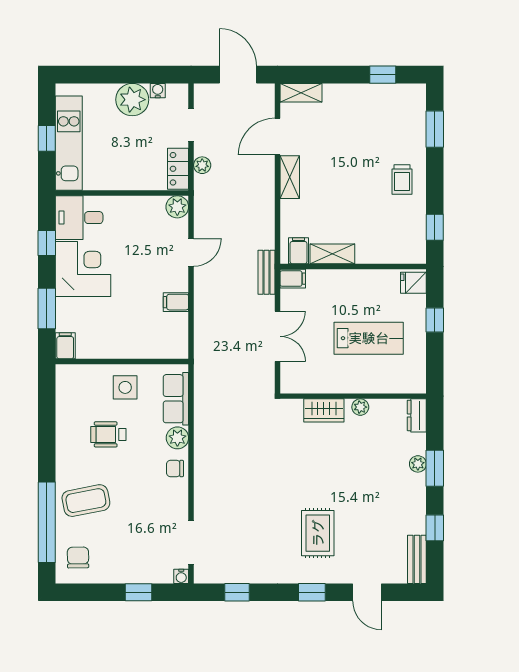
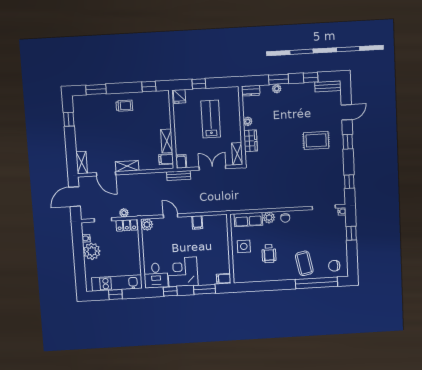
shelving: (301, 384) -> (237, 154), added

